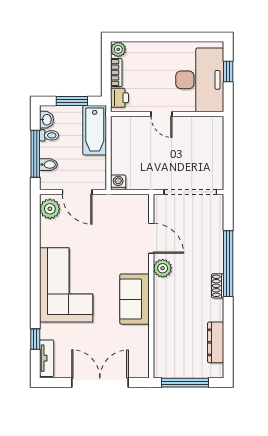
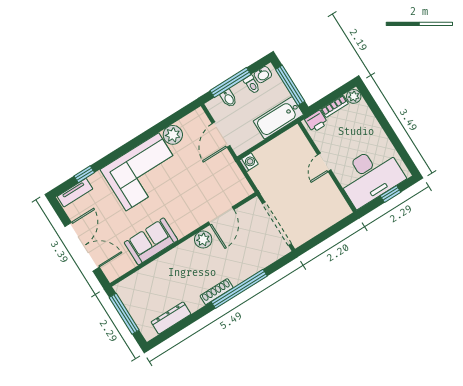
window: (72, 101) -> (290, 85), width x1.44
plant: (50, 209) -> (173, 135), moved
shoe rack: (218, 286) -> (217, 292), width x1.43
sofa: (134, 299) -> (151, 241), moved

